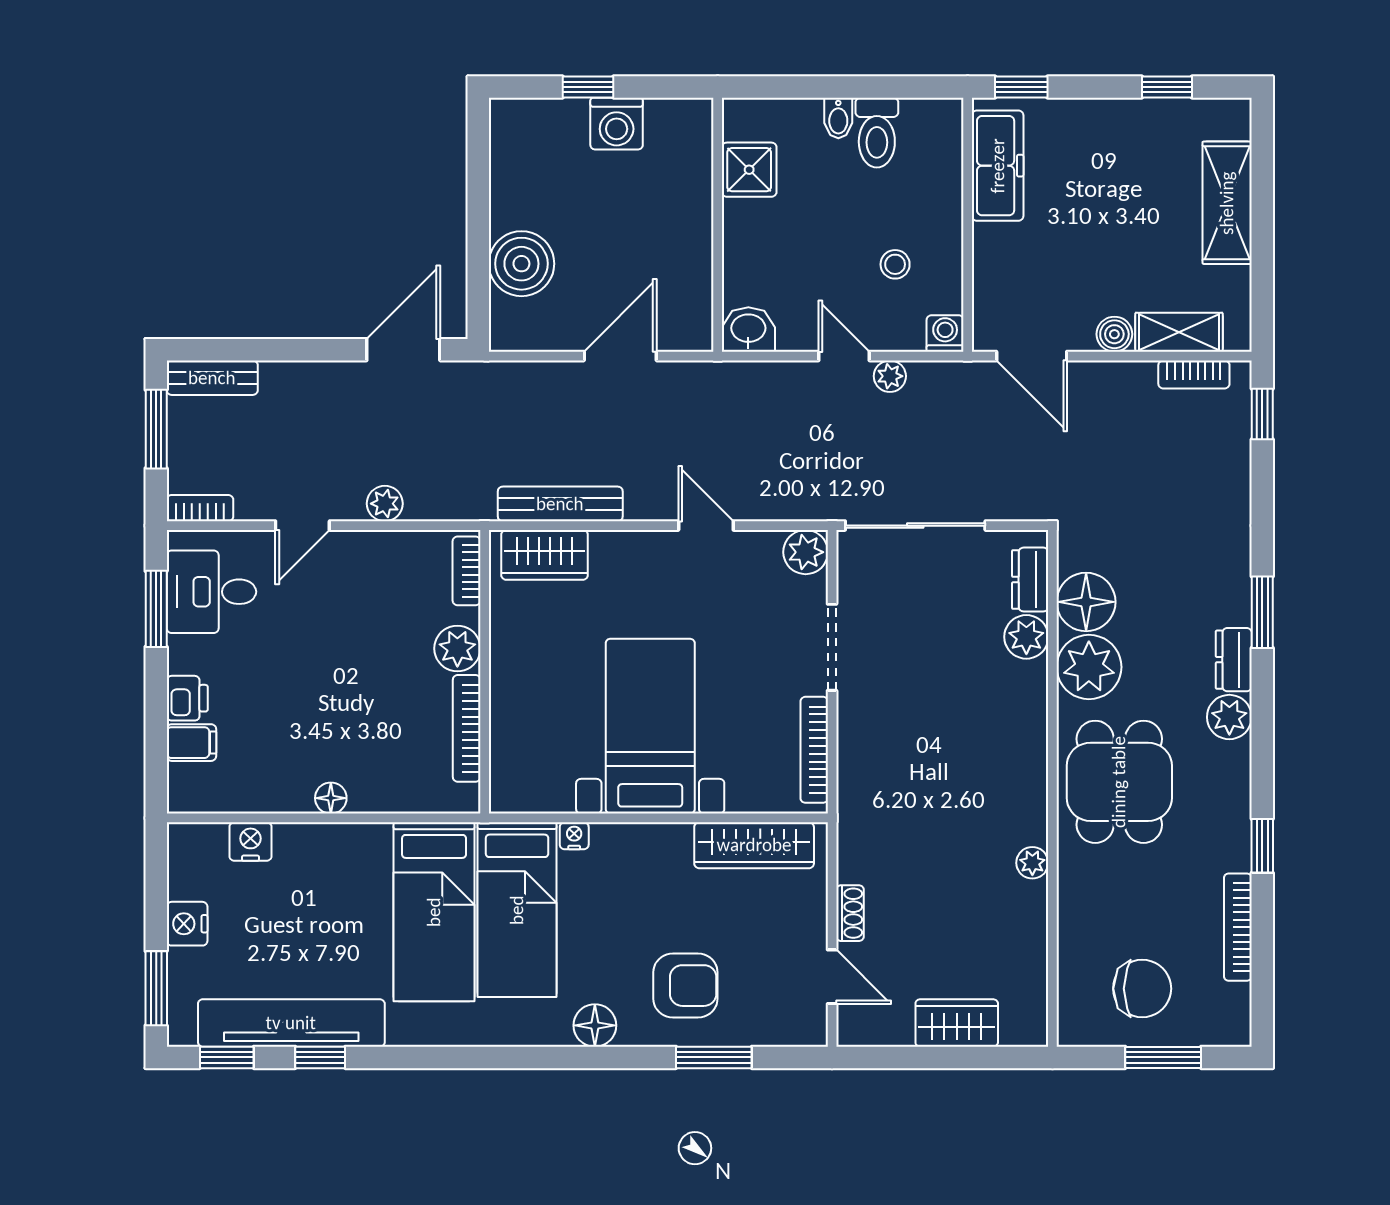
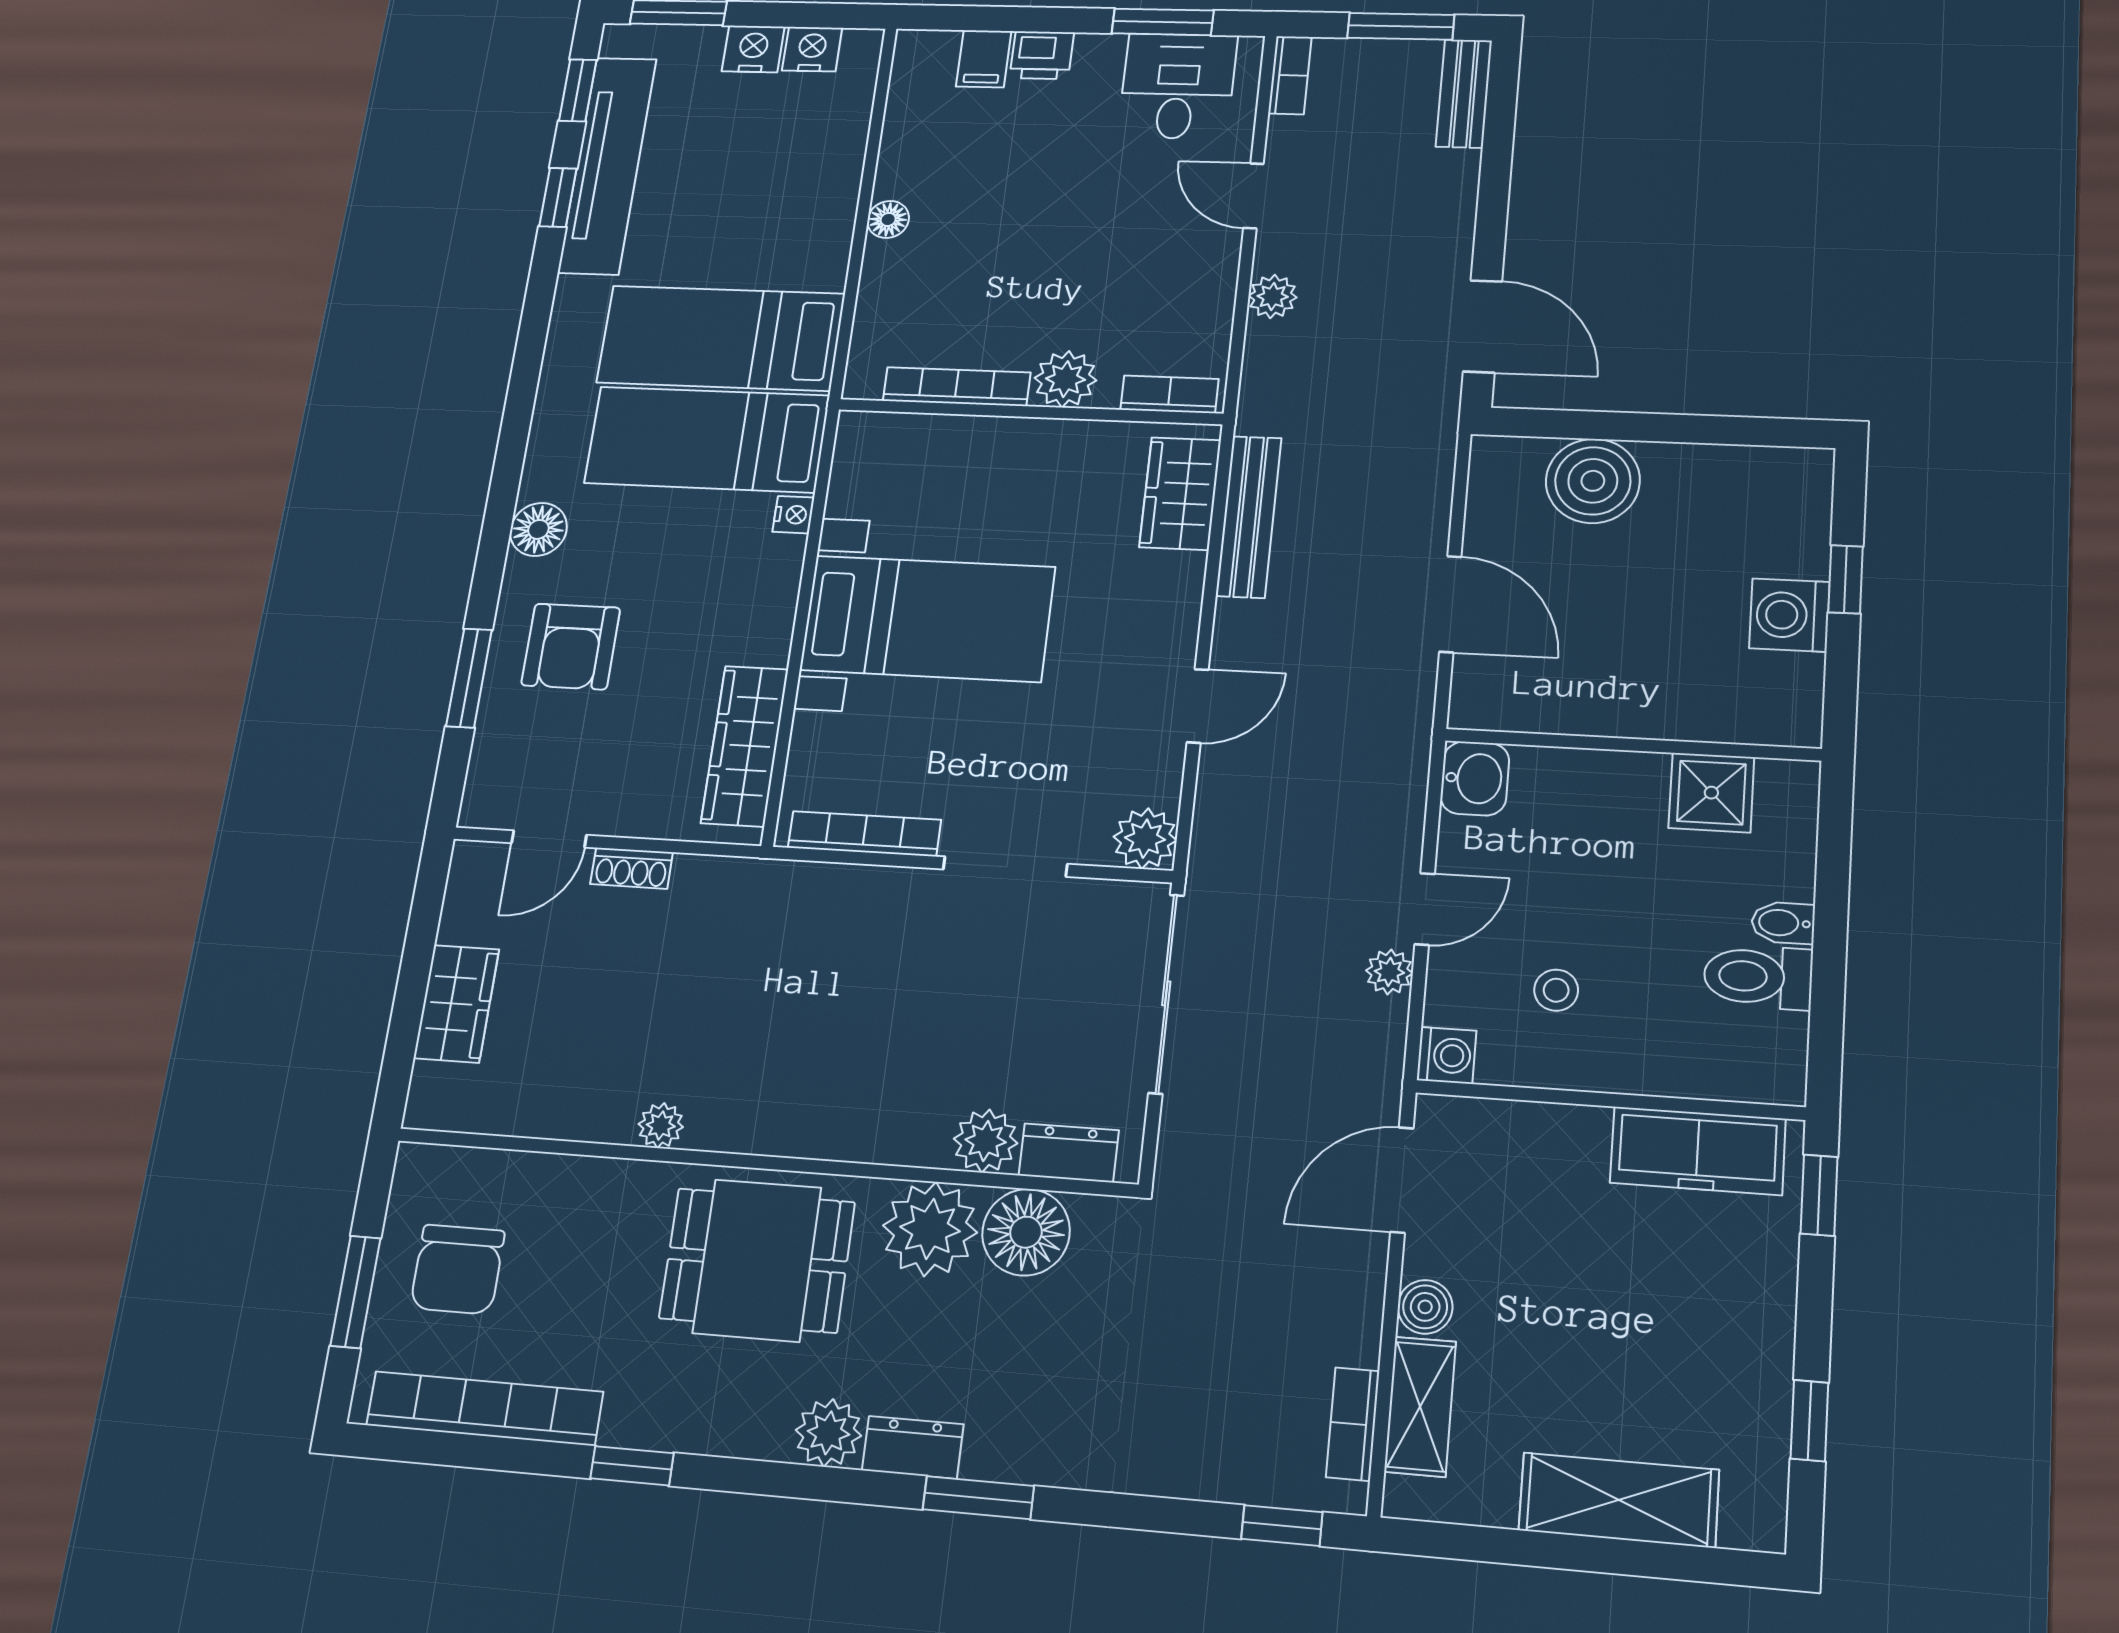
nightstand: (251, 842) -> (812, 49), moved, turned -90
bookcase: (1238, 927) -> (485, 1408), width x1.48, depth x1.31

